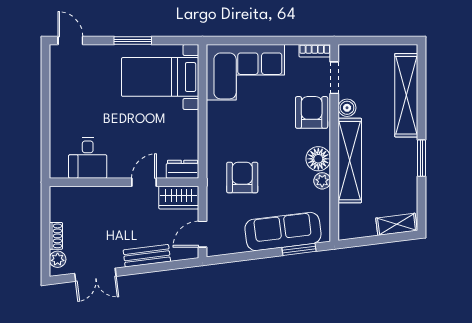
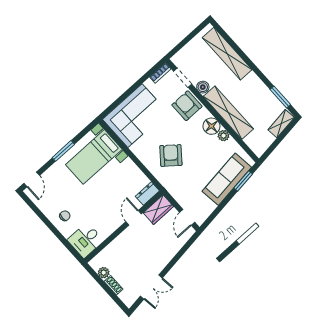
door: (70, 41) -> (32, 179), swing flipped
chair: (71, 113) -> (65, 216), added
desk: (88, 158) -> (86, 240), moved, turned 90
window: (422, 158) -> (280, 97), moved
armchair: (242, 178) -> (171, 156), moved, turned 39
bench: (147, 256) -> (169, 254), removed
plant: (58, 259) -> (104, 273), moved

